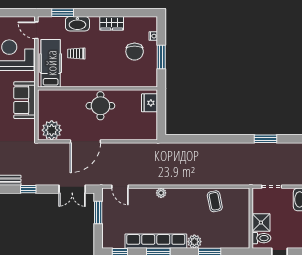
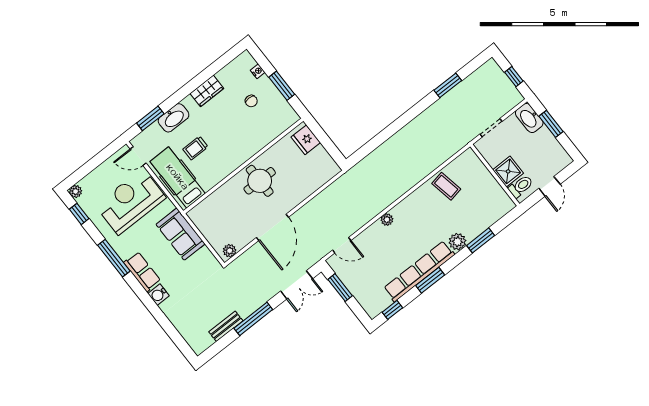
chair: (135, 52) -> (251, 101), width x0.54, depth x0.54
plant: (52, 130) -> (230, 251), width x0.53, depth x0.53
window: (28, 189) -> (253, 319), width x2.17

